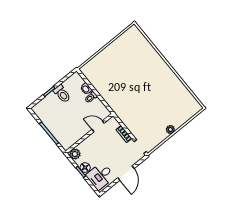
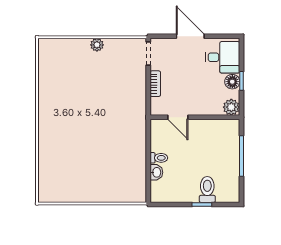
toilet: (62, 94) -> (207, 189), moved
door: (126, 173) -> (190, 36), hinge flipped

